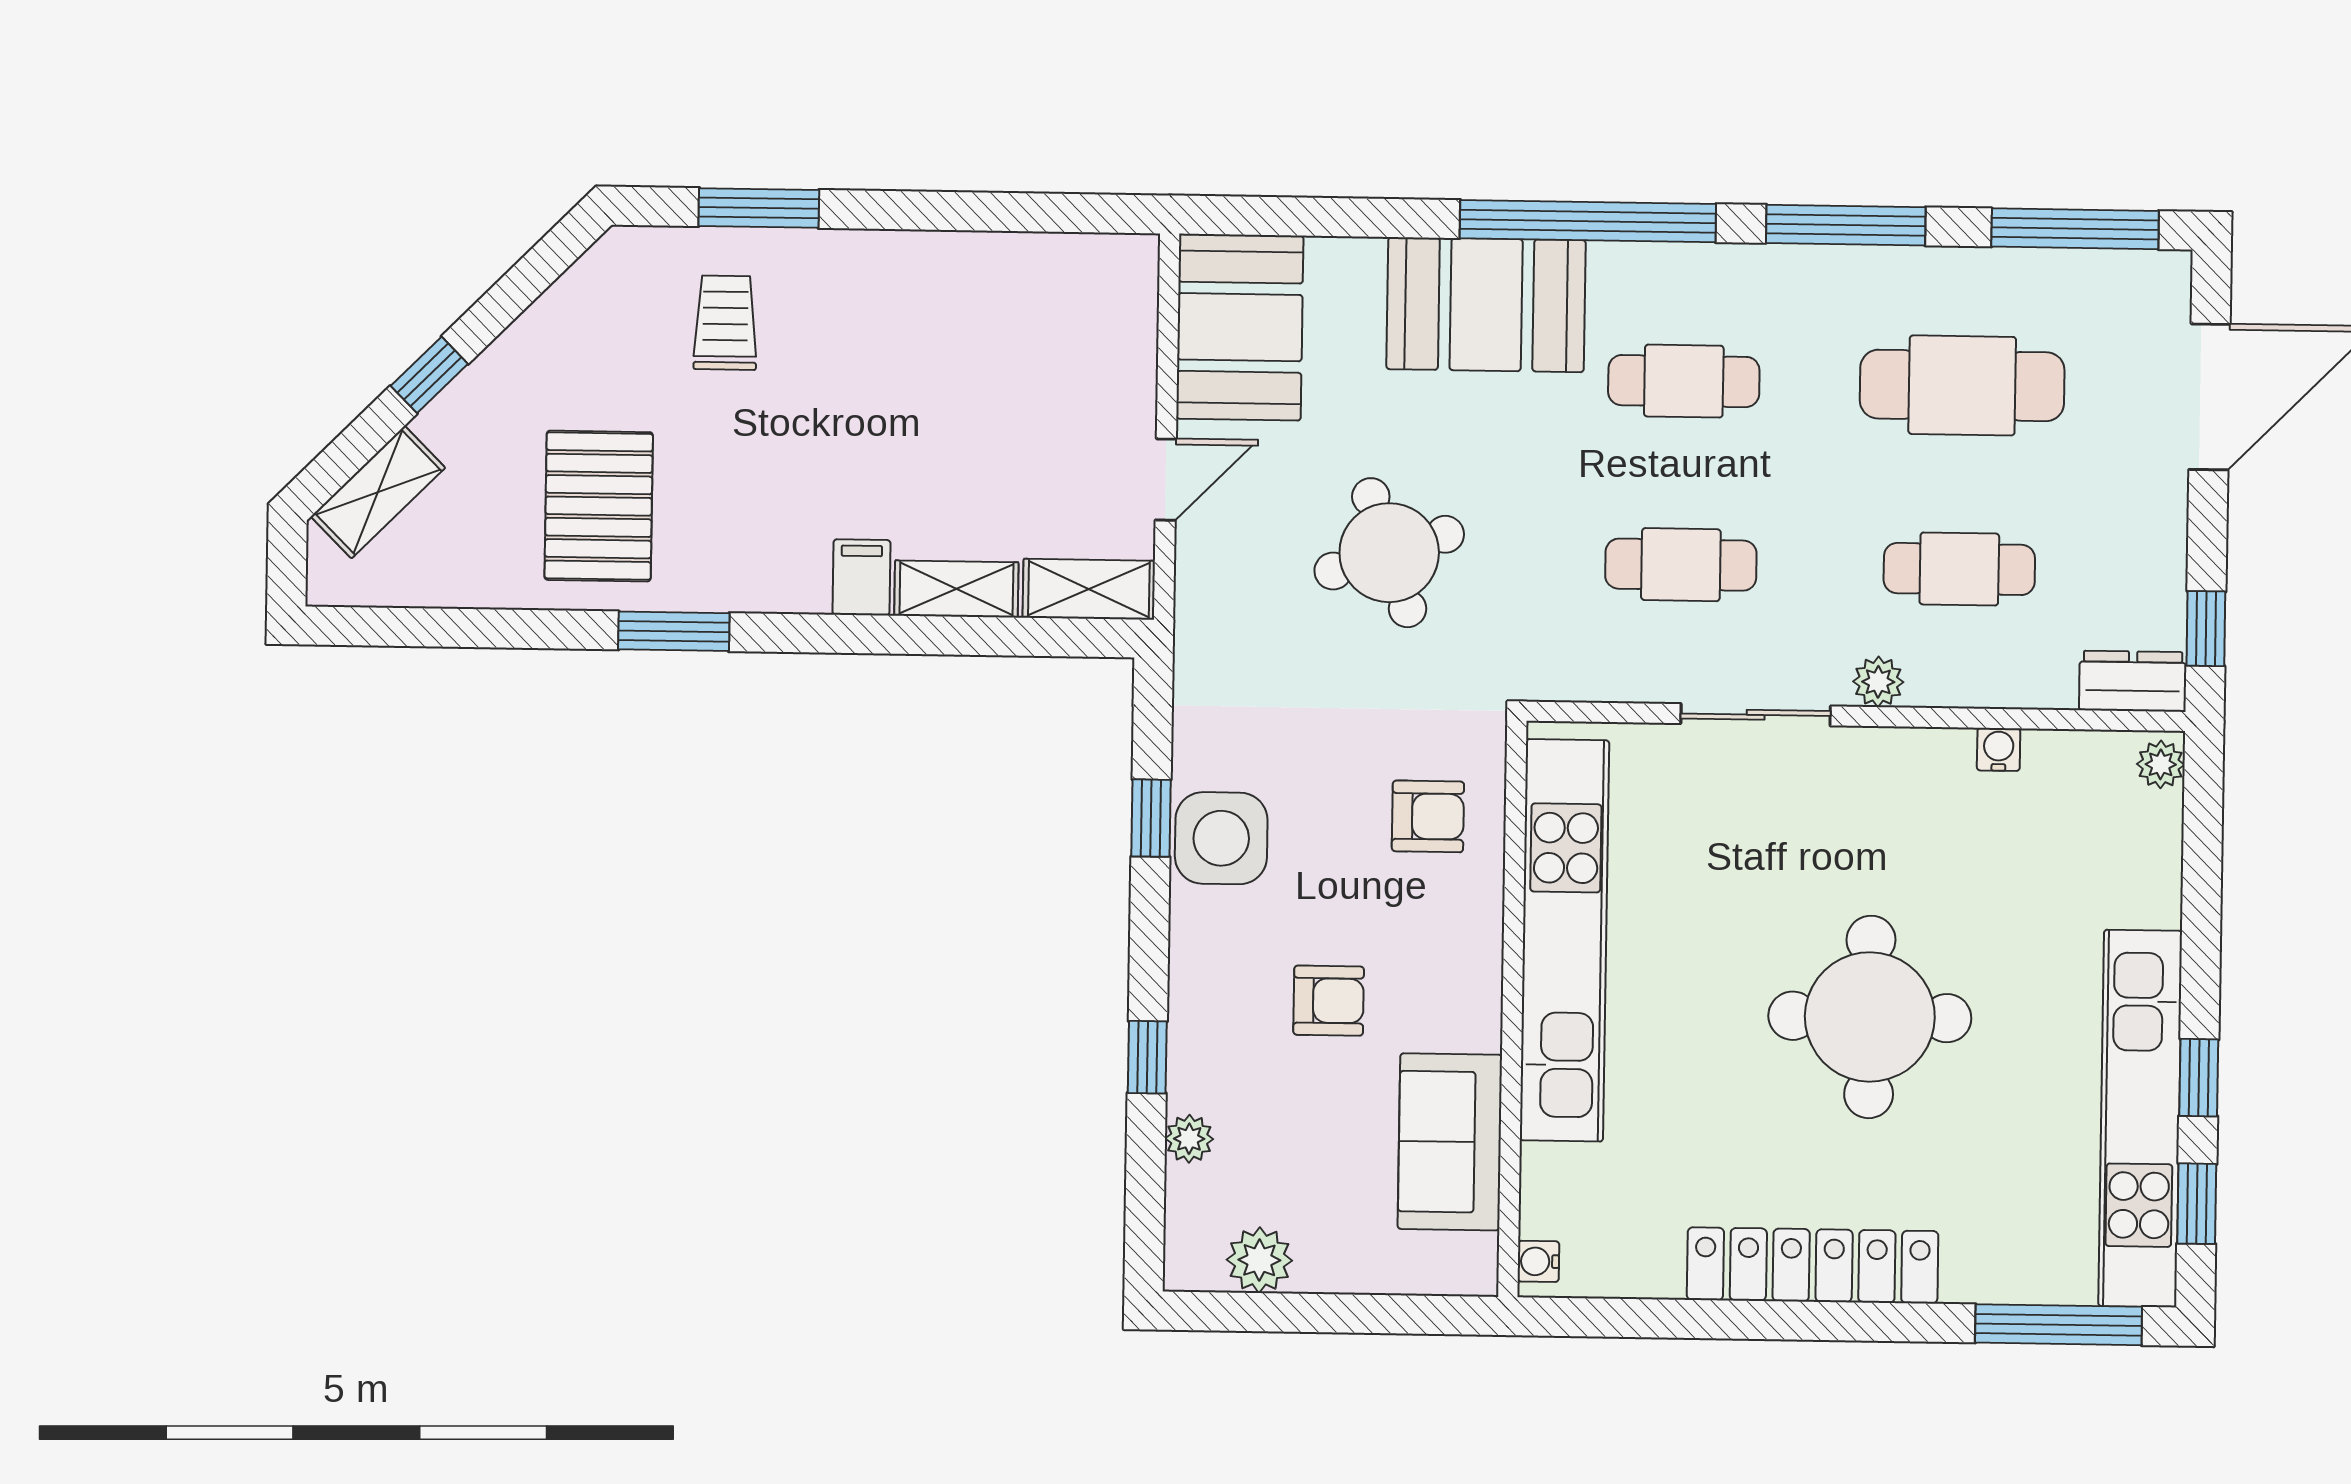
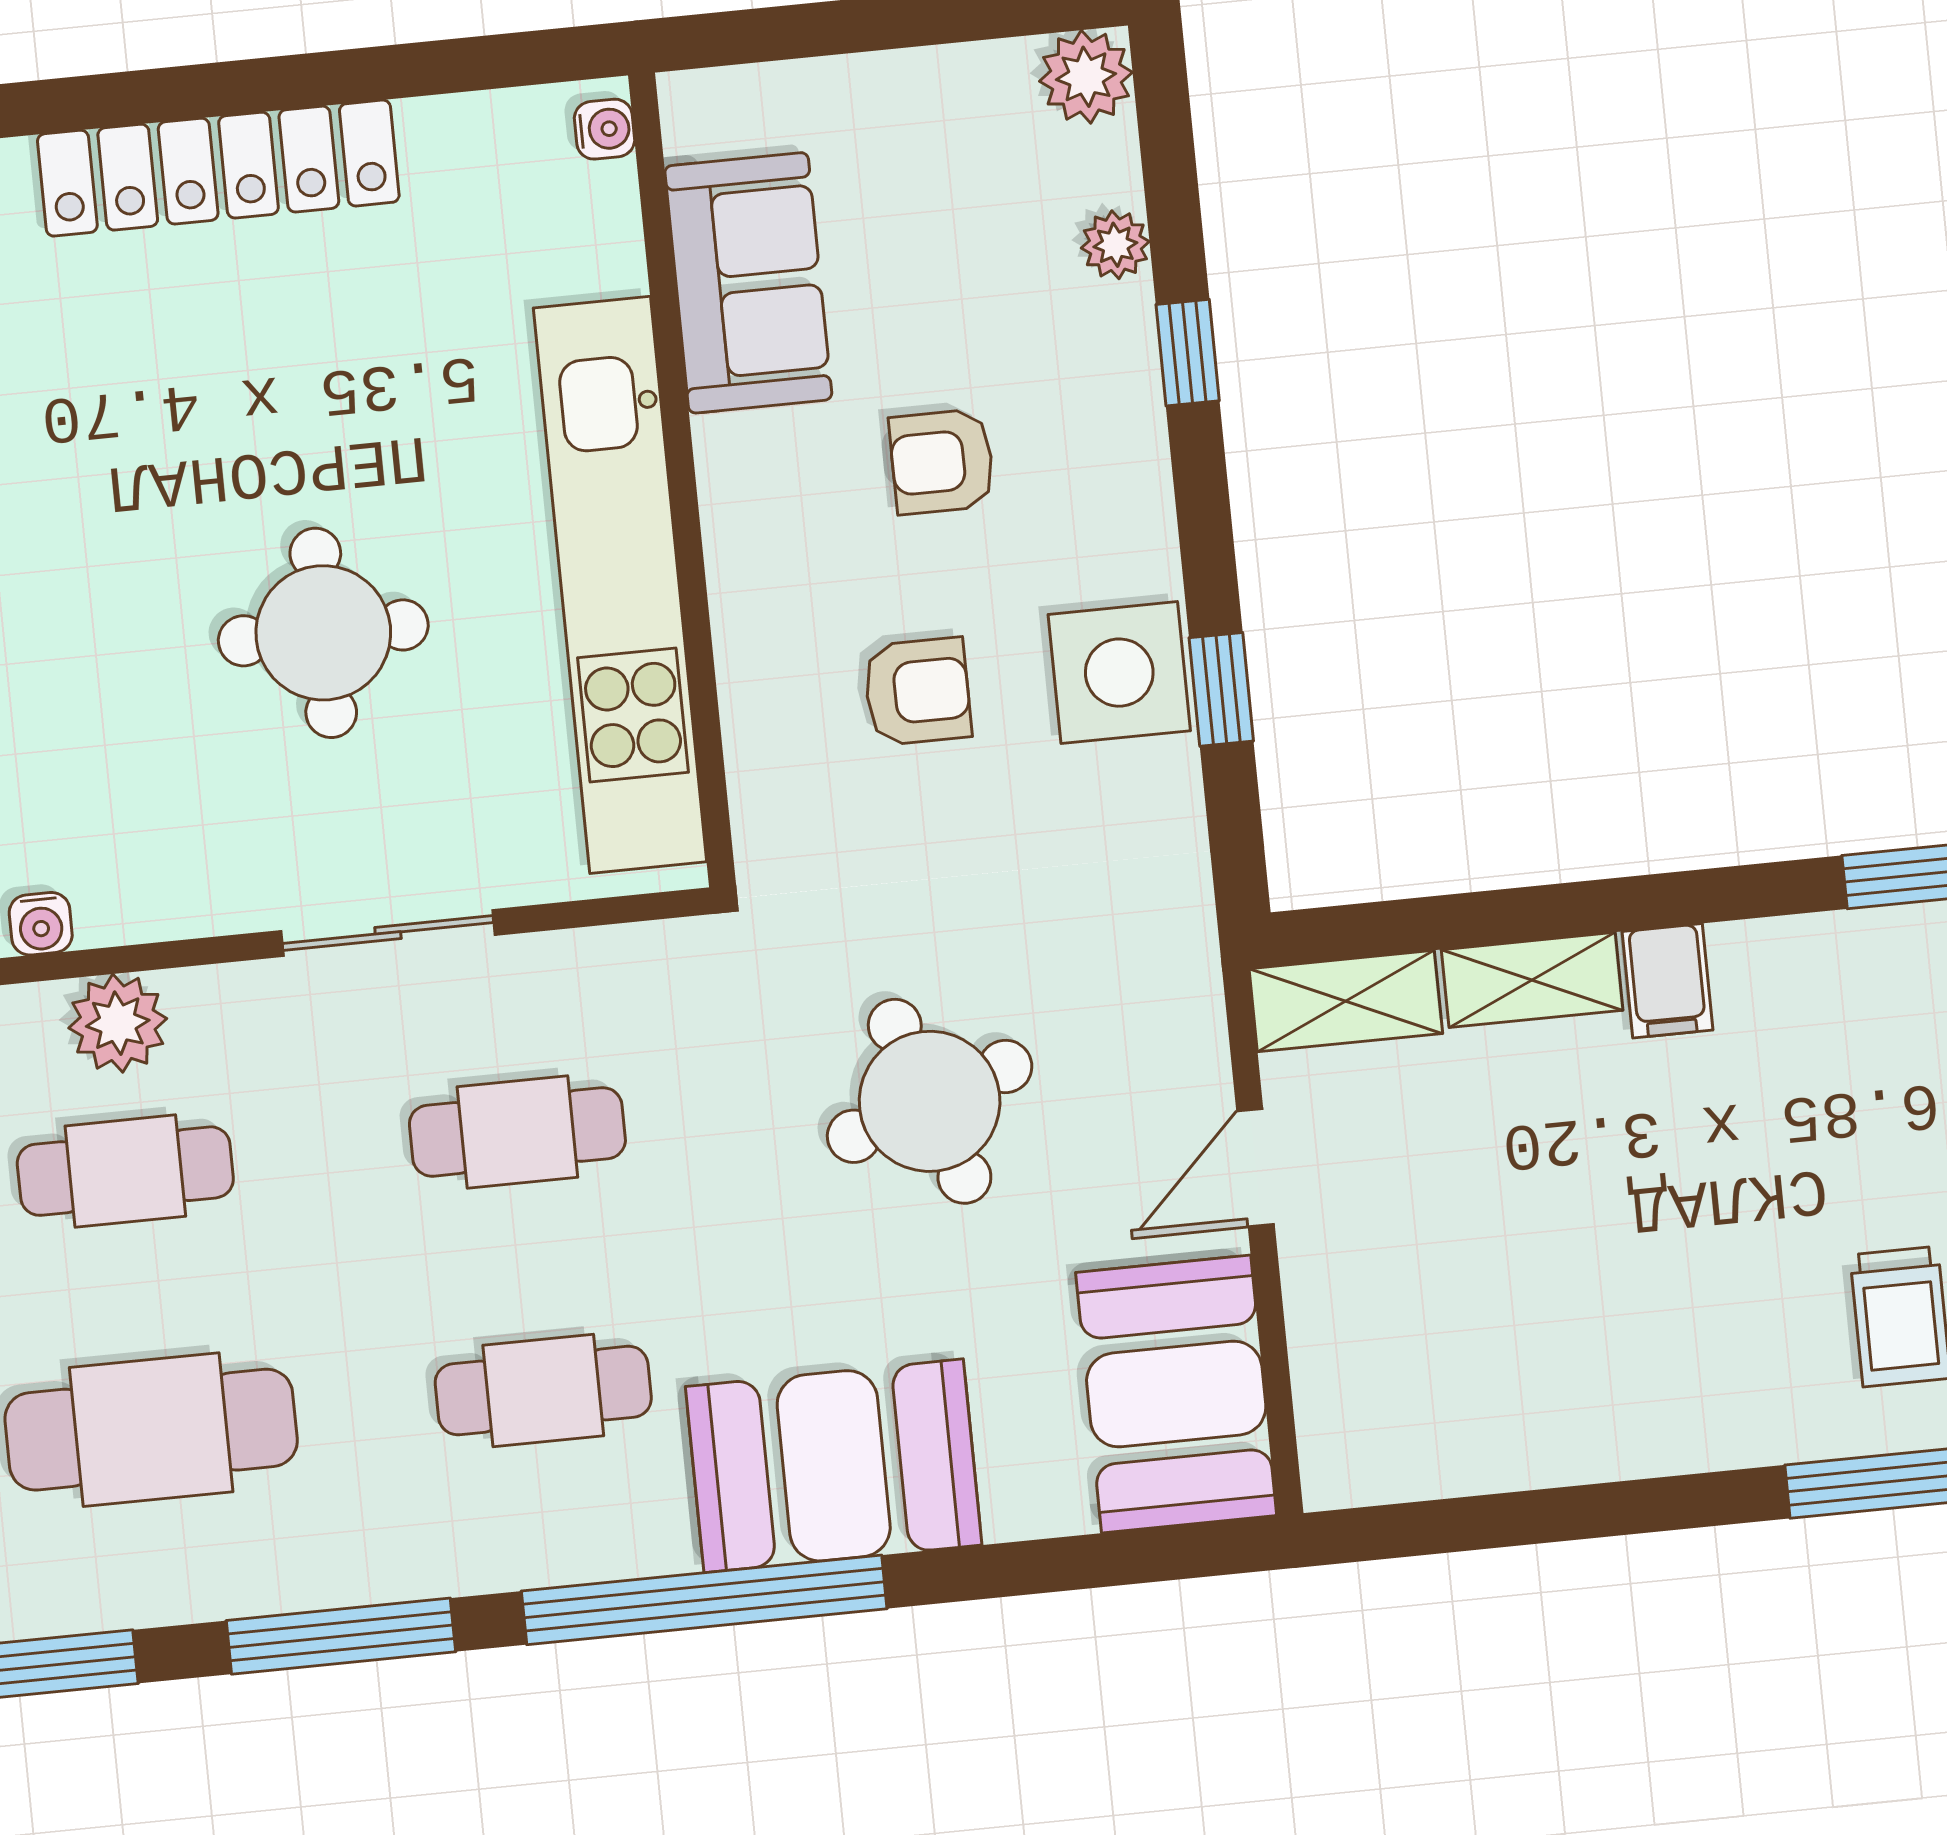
plant: (1878, 682) -> (118, 1023), moved, width x1.38, depth x1.38
armchair: (1428, 816) -> (917, 692), moved, turned 180
round table: (1870, 1017) -> (323, 633), moved, width x0.73, depth x0.73
plant: (1259, 1260) -> (1086, 77), moved

